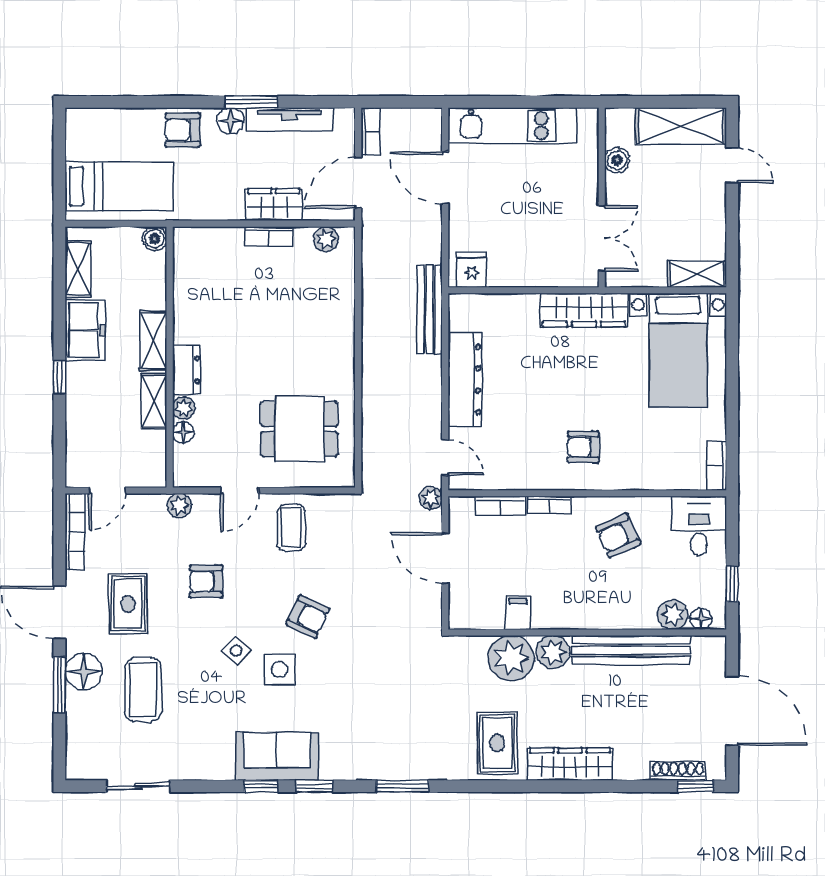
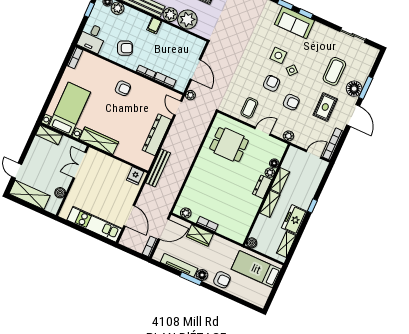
filing cabinet: (518, 613) -> (154, 26), moved
armchair: (308, 617) -> (272, 83), moved, turned 65

